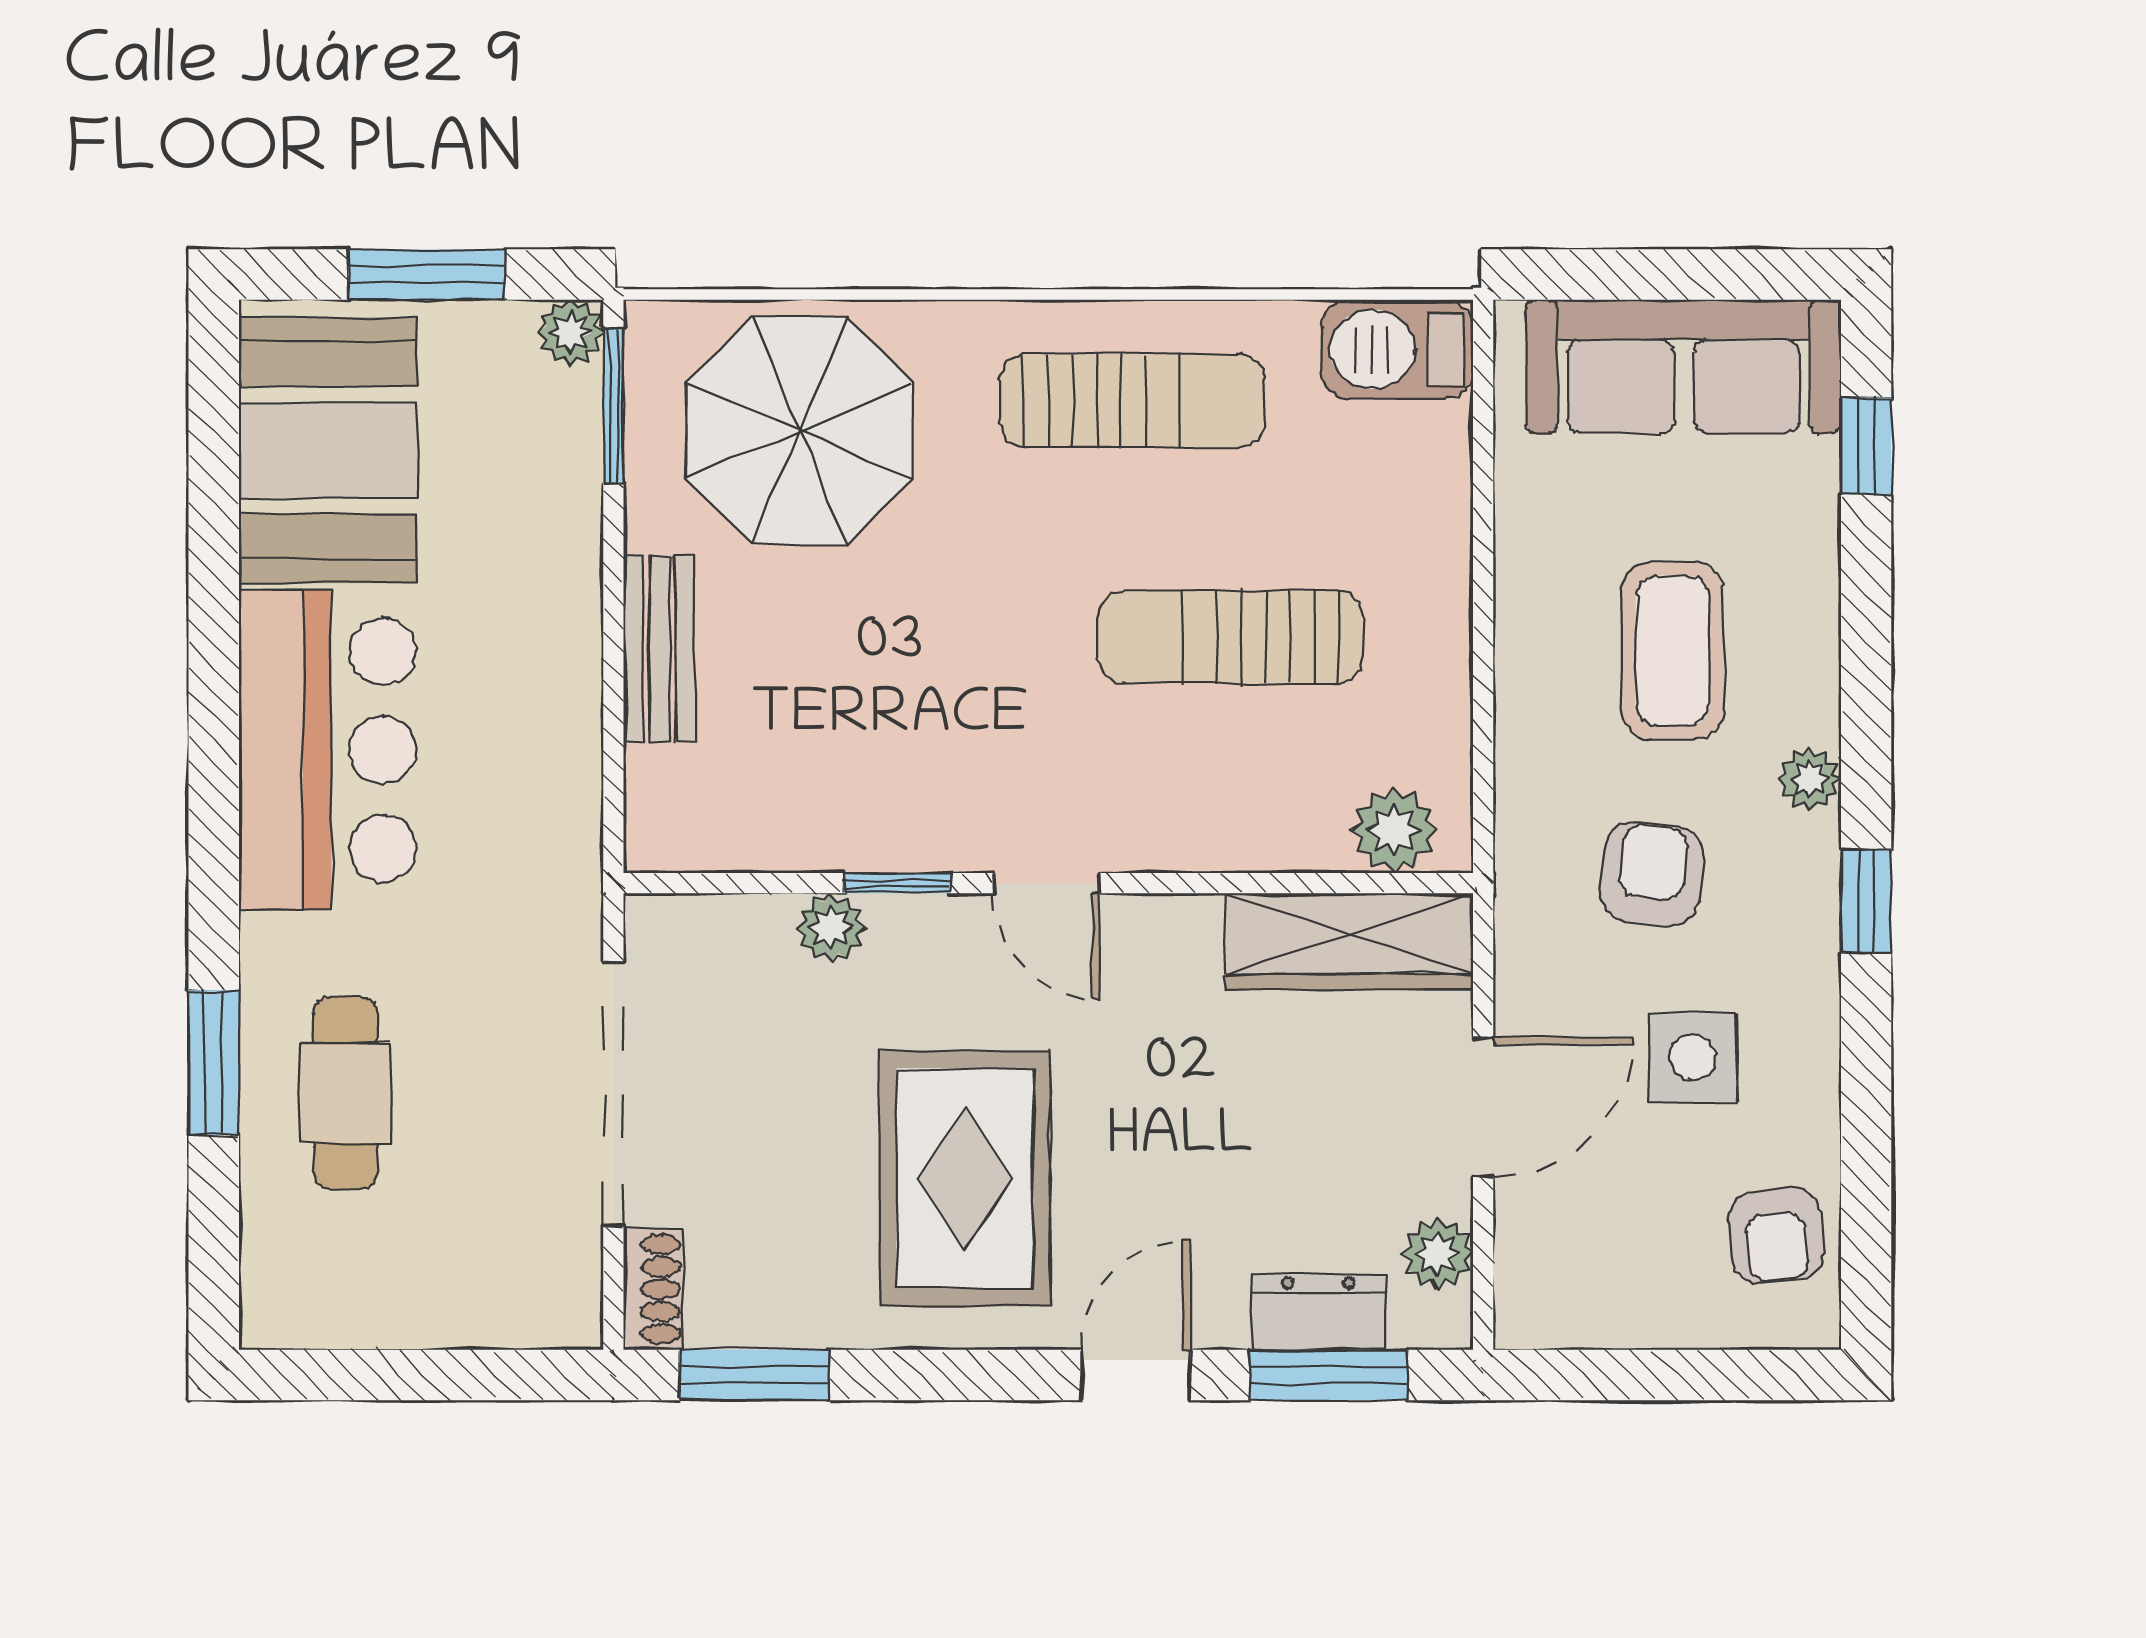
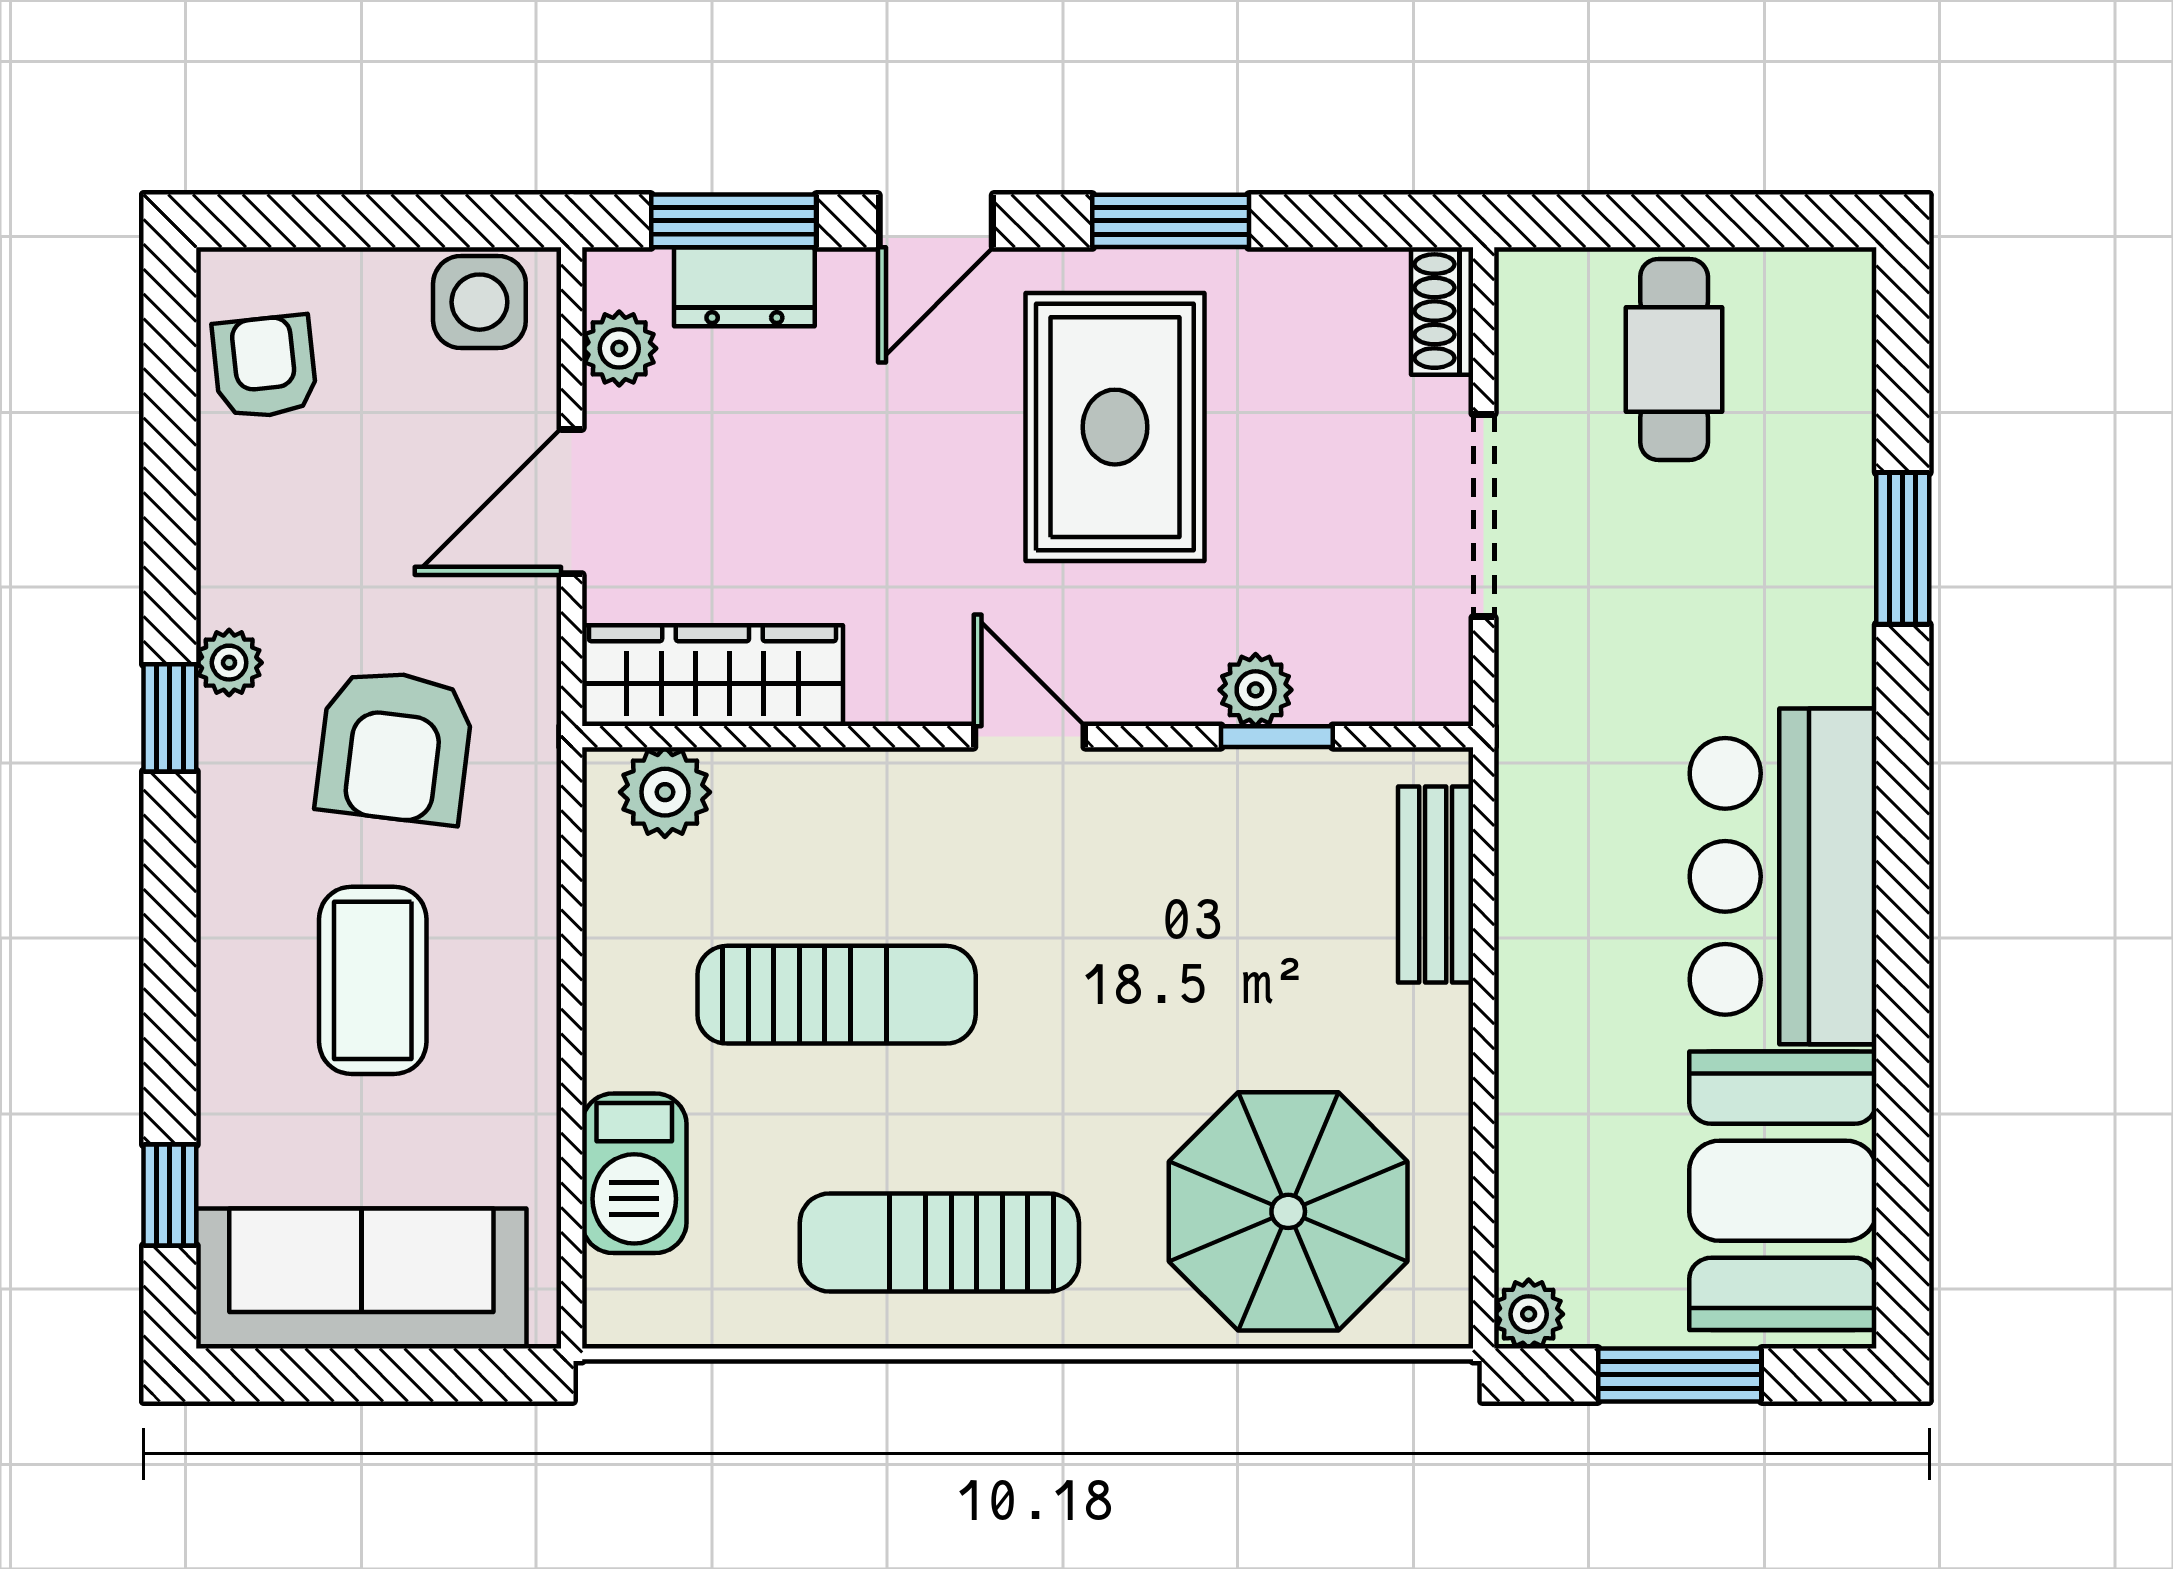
barbecue: (1397, 349) -> (634, 1173), moved, turned 90
window: (613, 406) -> (1484, 1237), removed
bench: (659, 649) -> (1436, 884), moved
plant: (1810, 779) -> (229, 663), moved
armchair: (1652, 874) -> (395, 746), width x1.38, depth x1.38
window: (897, 883) -> (1277, 737), moved
side table: (1692, 1057) -> (479, 302), moved
cafe table: (345, 1093) -> (1674, 359), moved
doorway: (613, 1094) -> (1484, 516), width x0.73
window: (754, 1375) -> (1171, 221), moved

